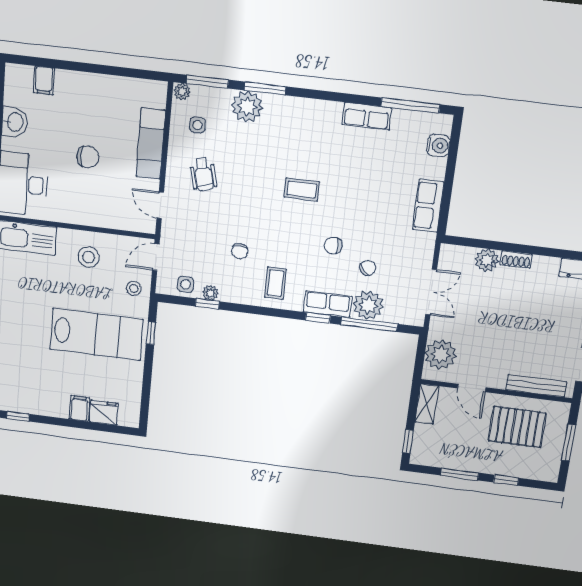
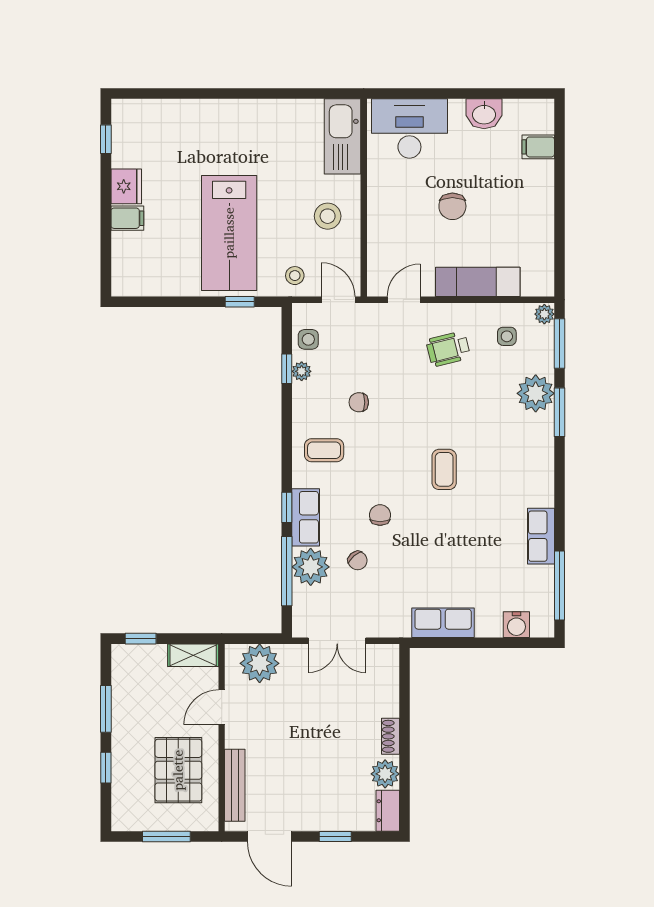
plant: (487, 260) -> (385, 774), moved
fridge: (104, 413) -> (126, 186), moved

